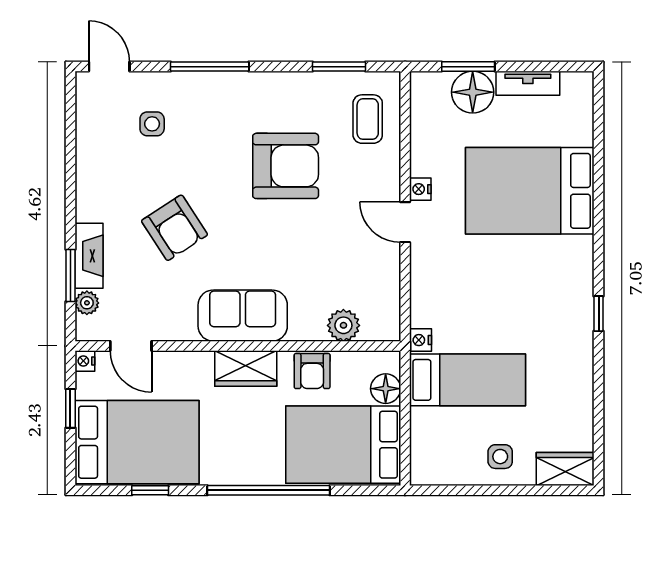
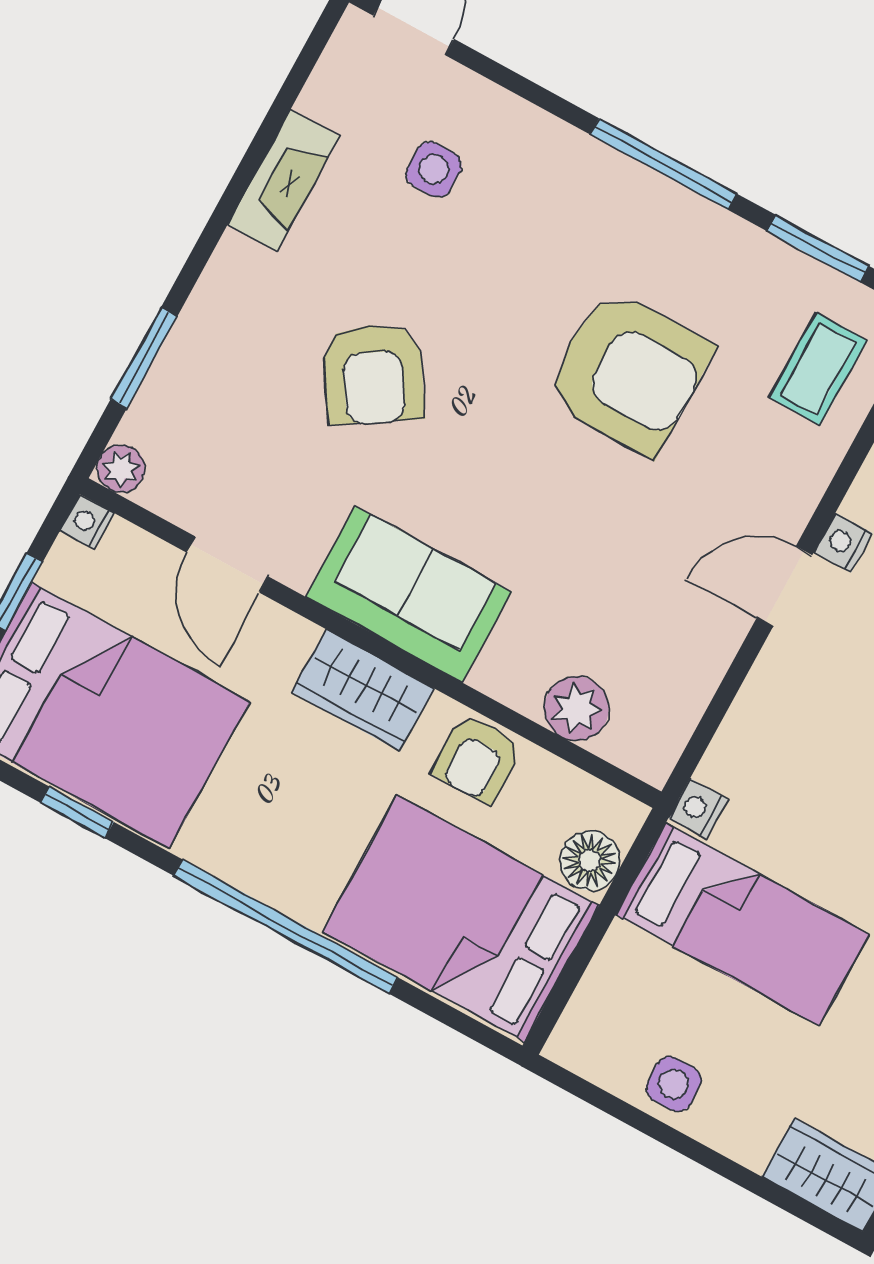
window: (210, 67) -> (663, 164), moved
door: (405, 222) -> (785, 586), hinge flipped
fireplace: (89, 256) -> (284, 180), moved
plant: (87, 303) -> (121, 469), moved
door: (131, 346) -> (227, 564), moved
side table: (500, 457) -> (674, 1084), moved

